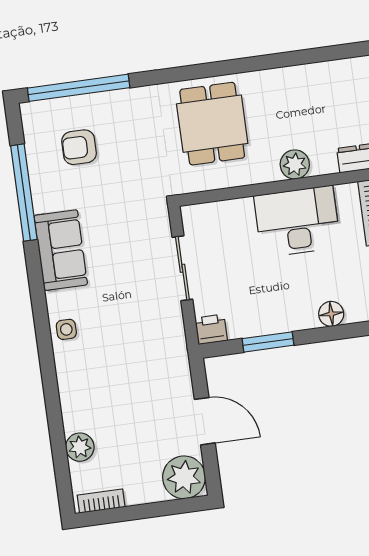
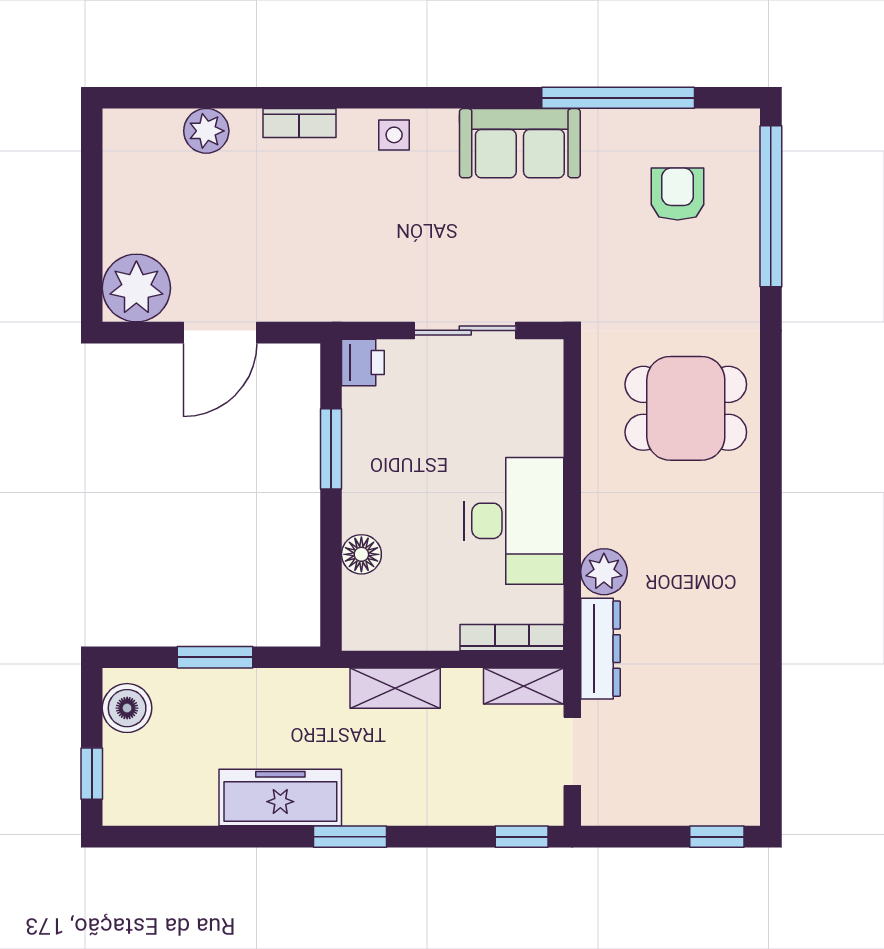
plant: (295, 164) -> (604, 572), moved
bookcase: (101, 501) -> (299, 123), moved, turned 90

